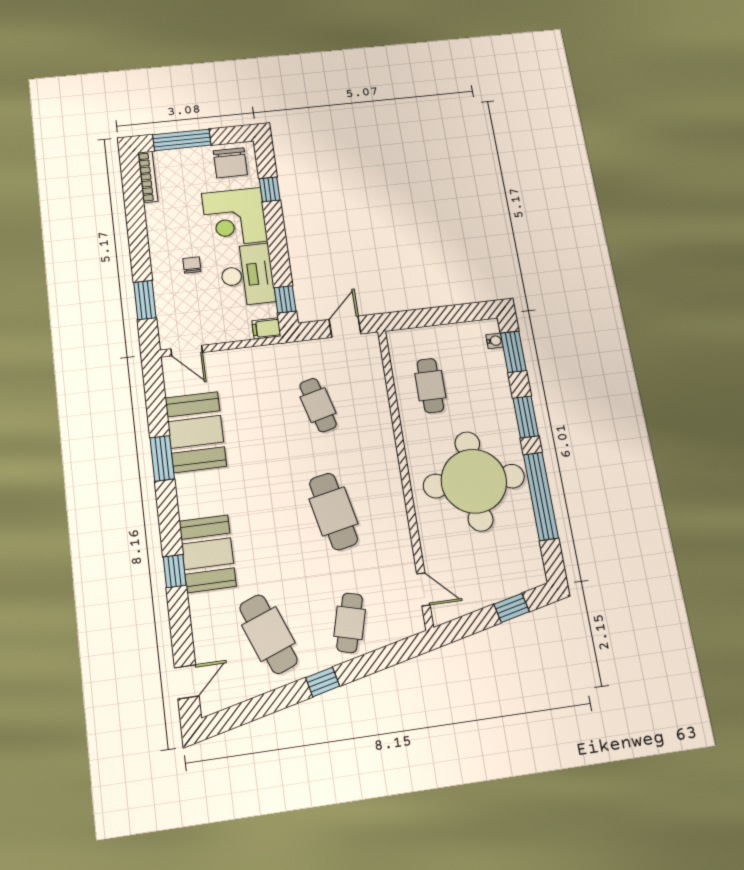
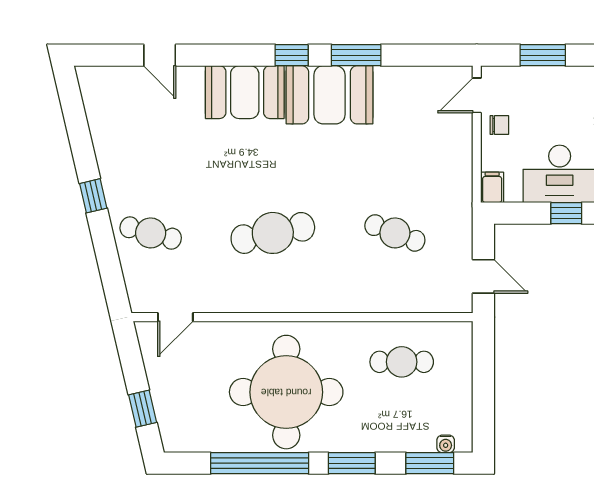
chair: (192, 265) -> (499, 125), moved
window: (285, 299) -> (566, 213), moved
cafe table: (318, 405) -> (395, 233), turned 36
booth: (196, 432) -> (329, 95), moved
window: (175, 571) -> (292, 55), moved
cafe table: (268, 634) -> (151, 146), removed
door: (187, 682) -> (160, 55), moved

